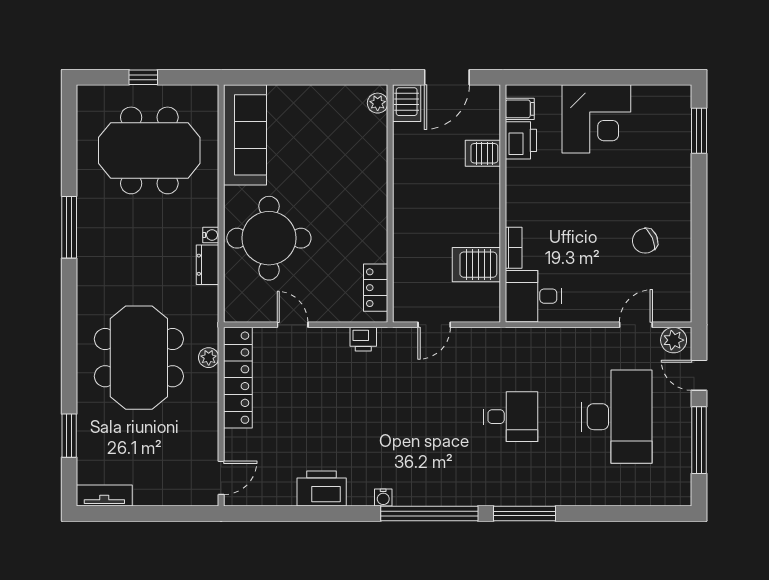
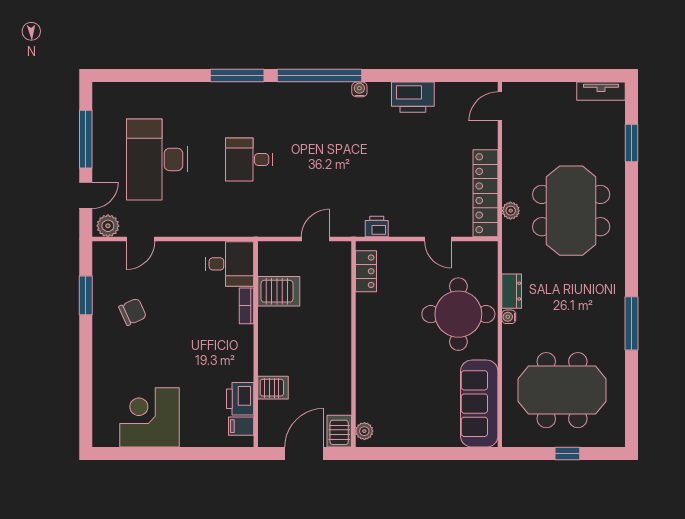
corner desk: (596, 119) -> (150, 417), moved
window: (699, 131) -> (86, 295), moved
door: (699, 375) -> (86, 195), hinge flipped

